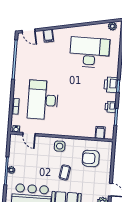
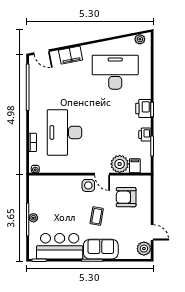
filing cabinet: (48, 36) -> (71, 55), width x2.00
plant: (87, 130) -> (120, 164), added
door: (29, 134) -> (102, 174), moved

